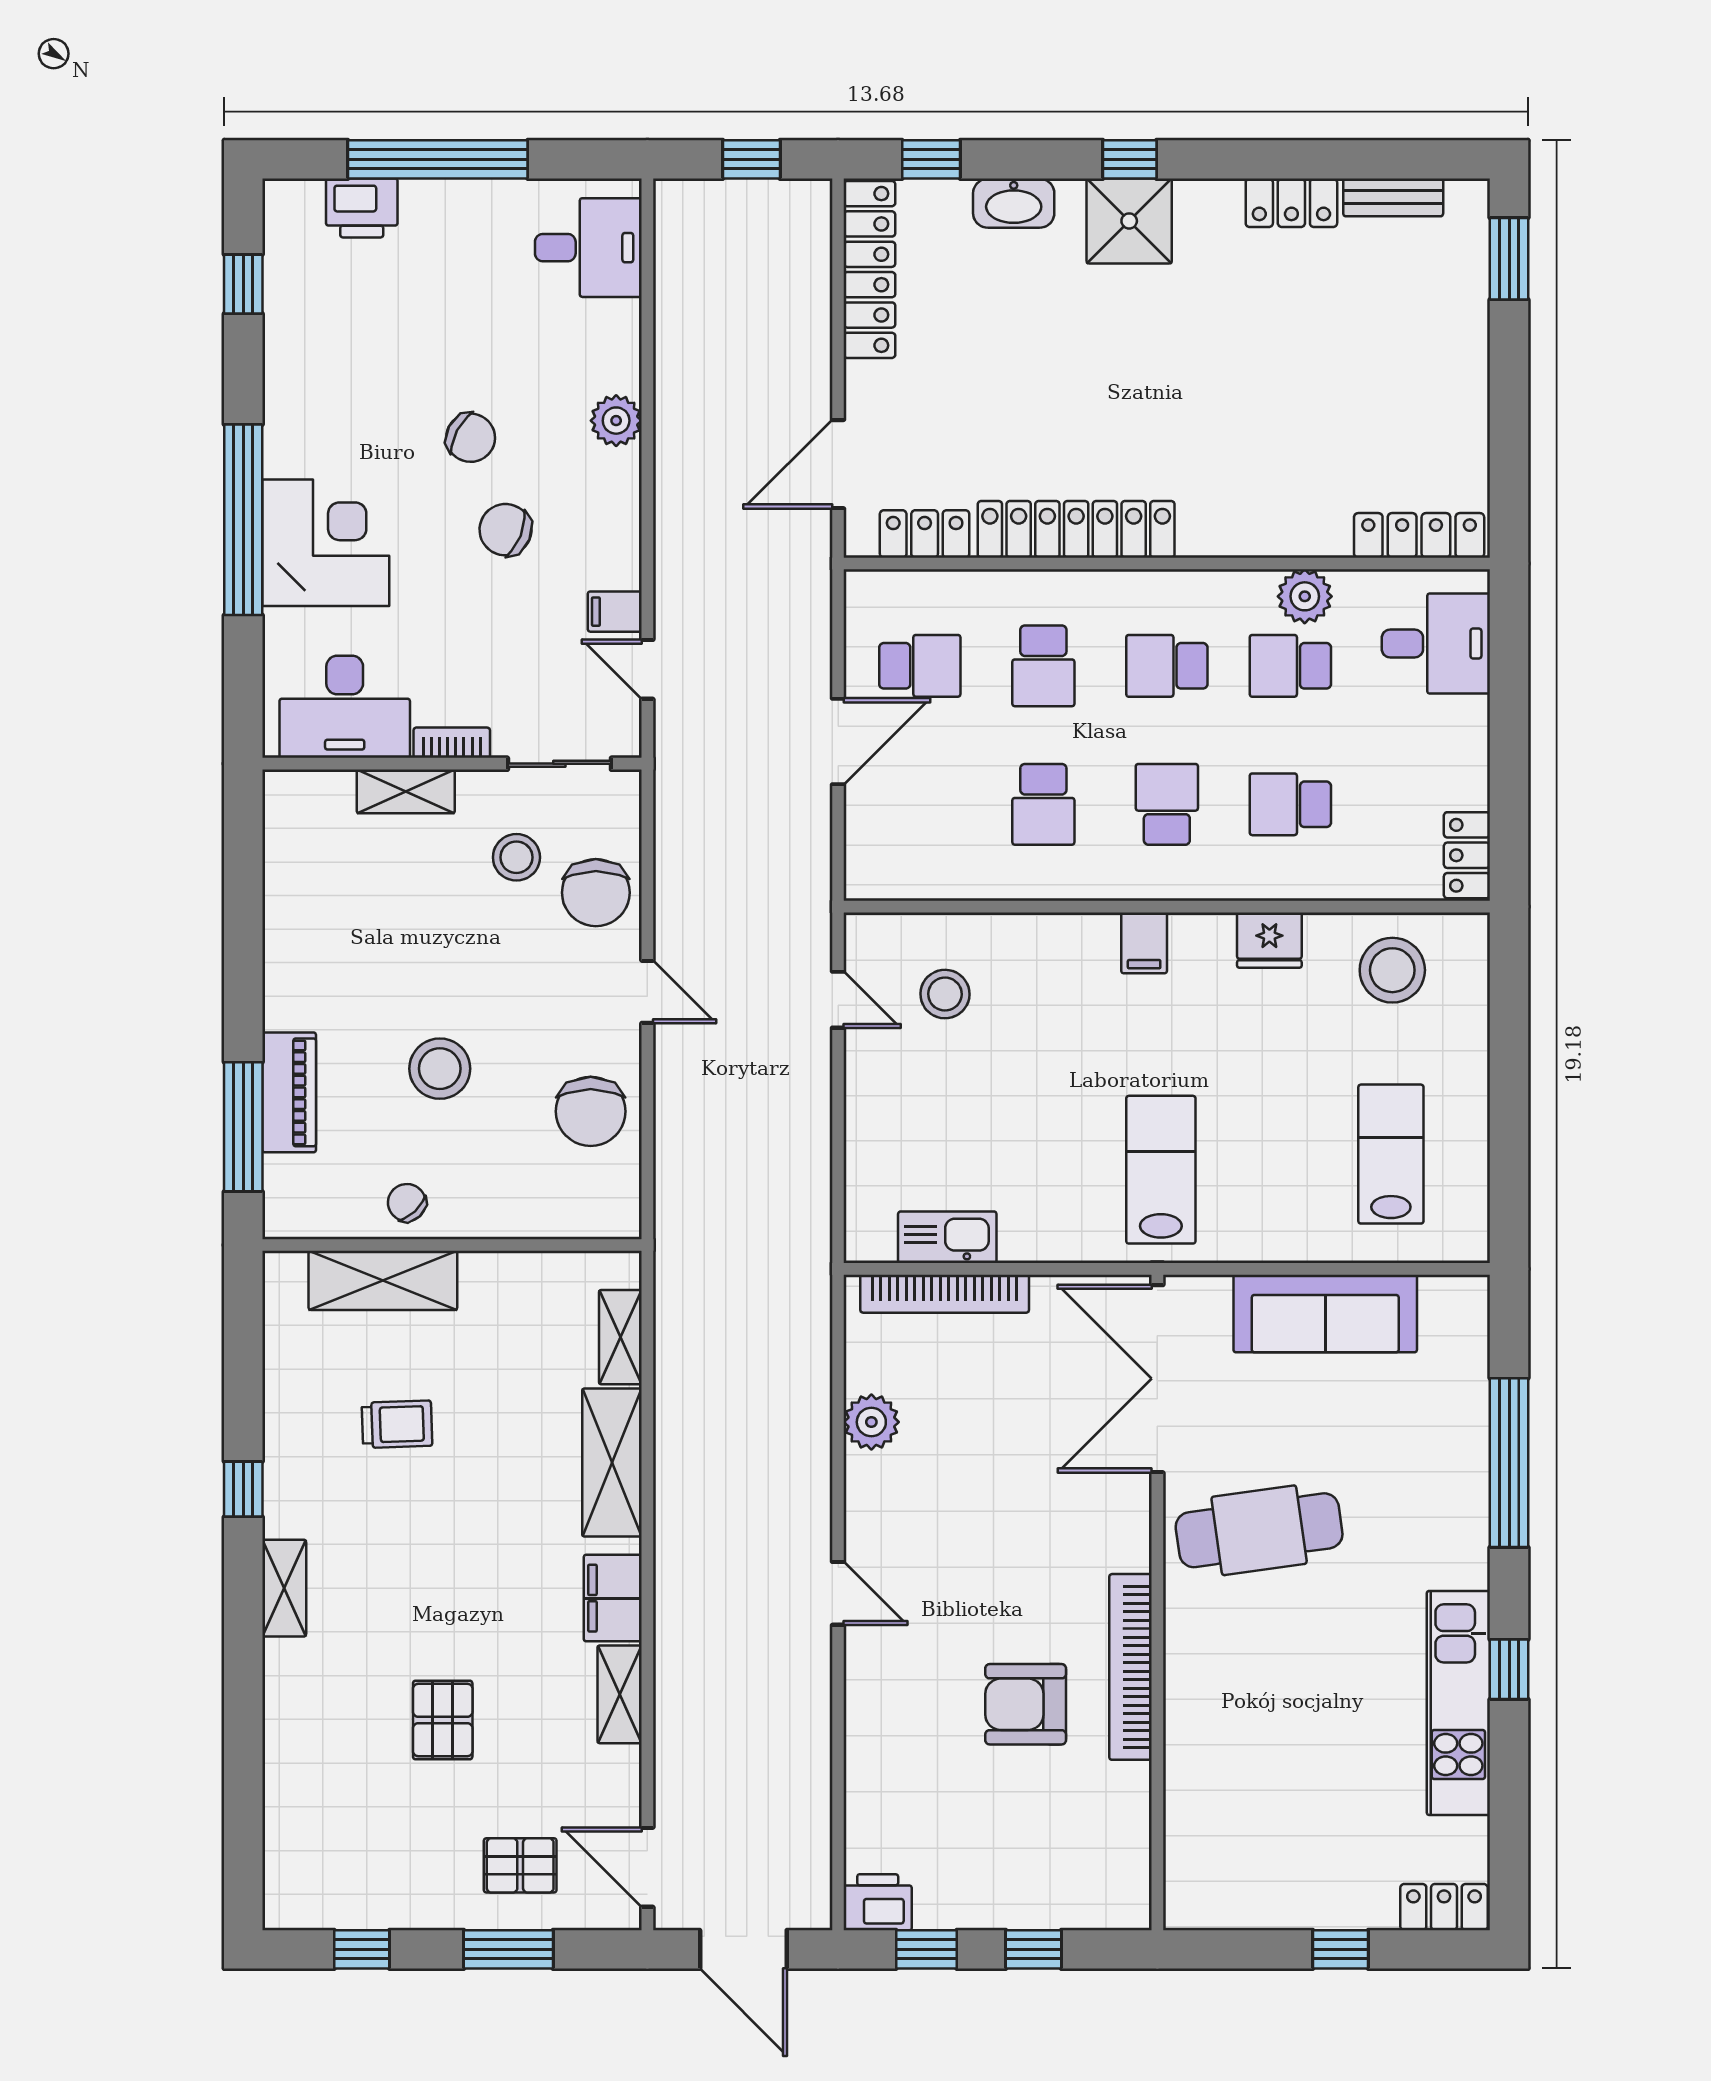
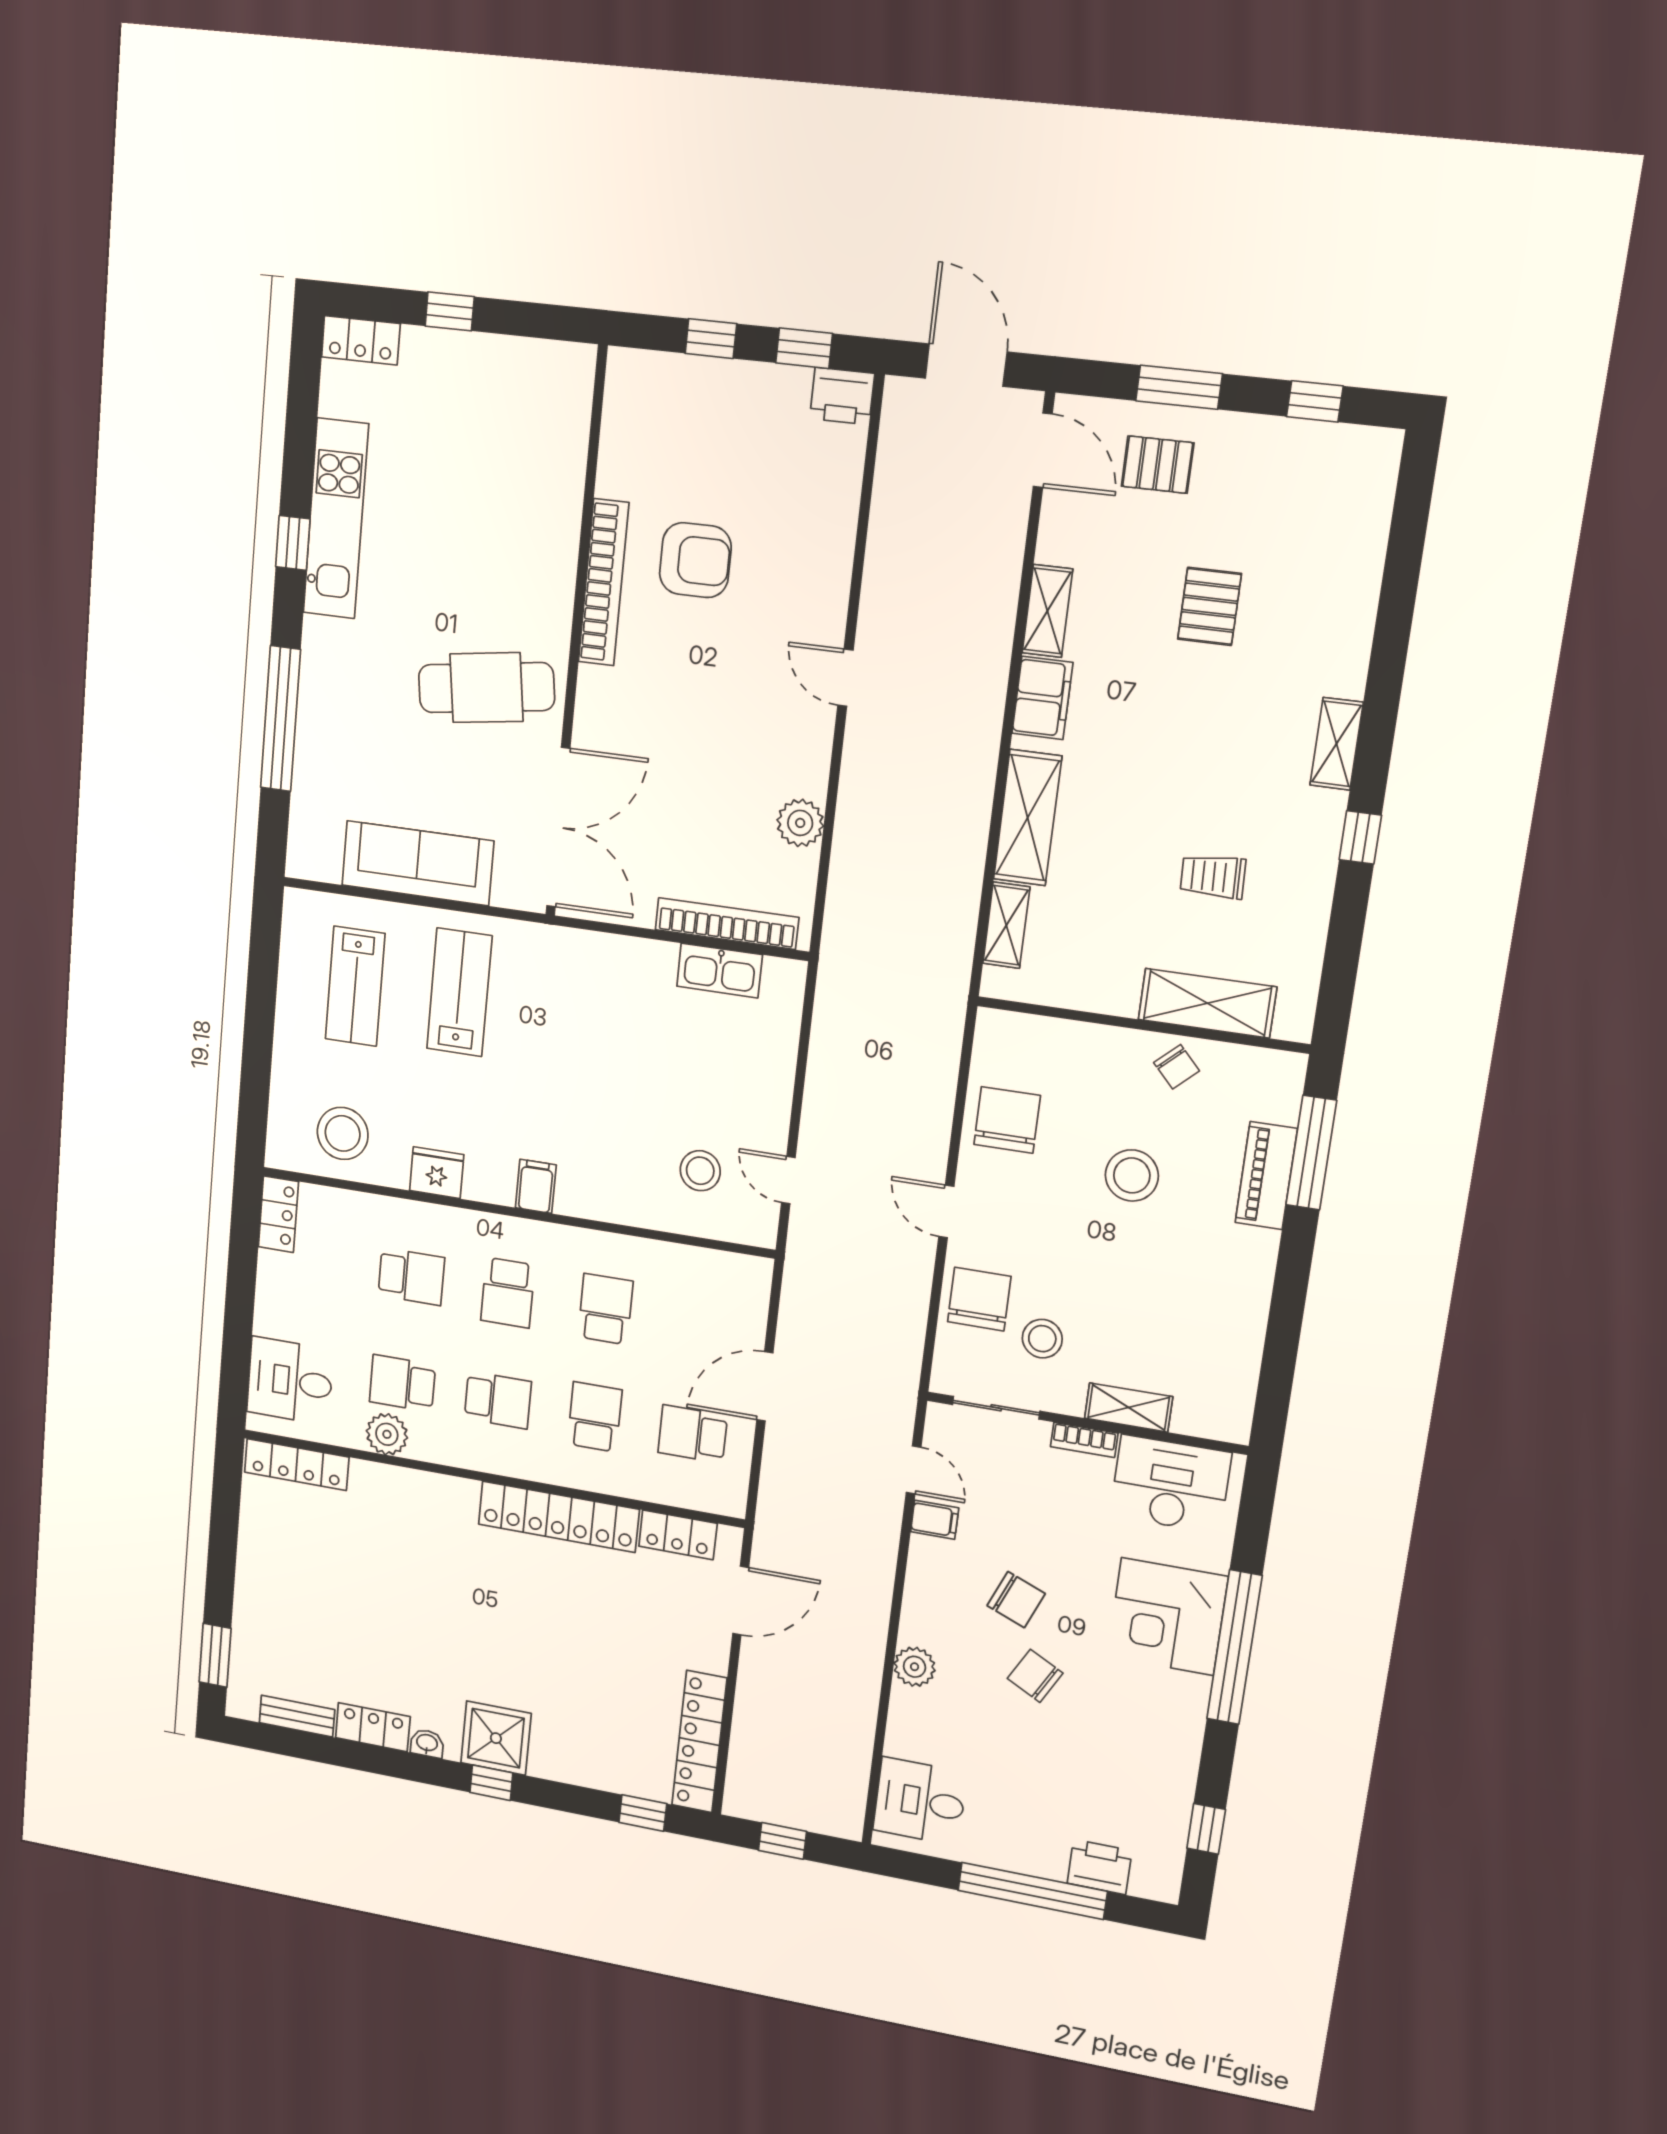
washbasin: (1014, 203) -> (427, 1743), moved, width x0.52, depth x0.69
school desk: (1290, 666) -> (402, 1383), turned 180
lab bench: (1161, 1170) -> (459, 992), moved, turned 180

